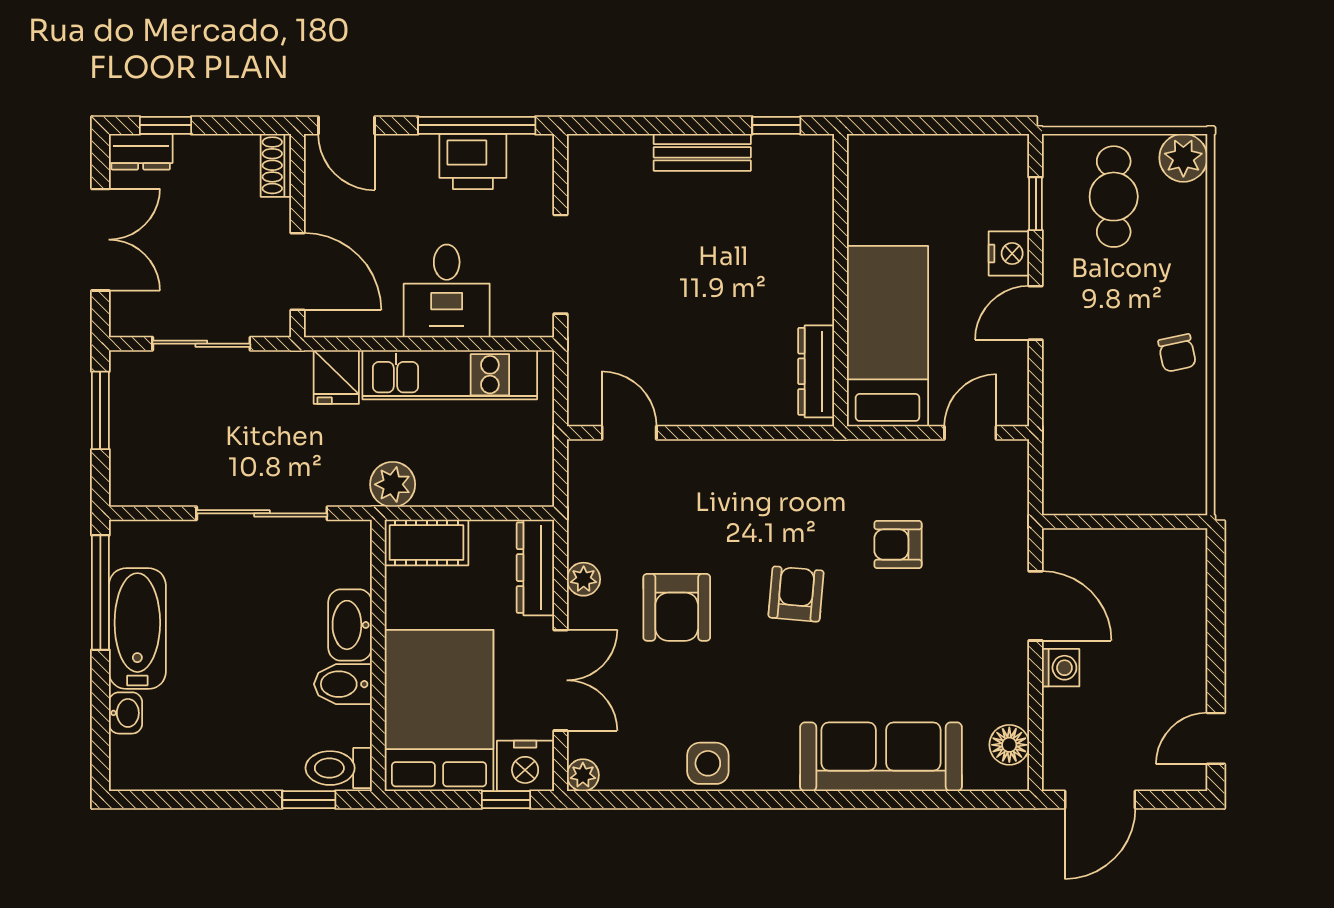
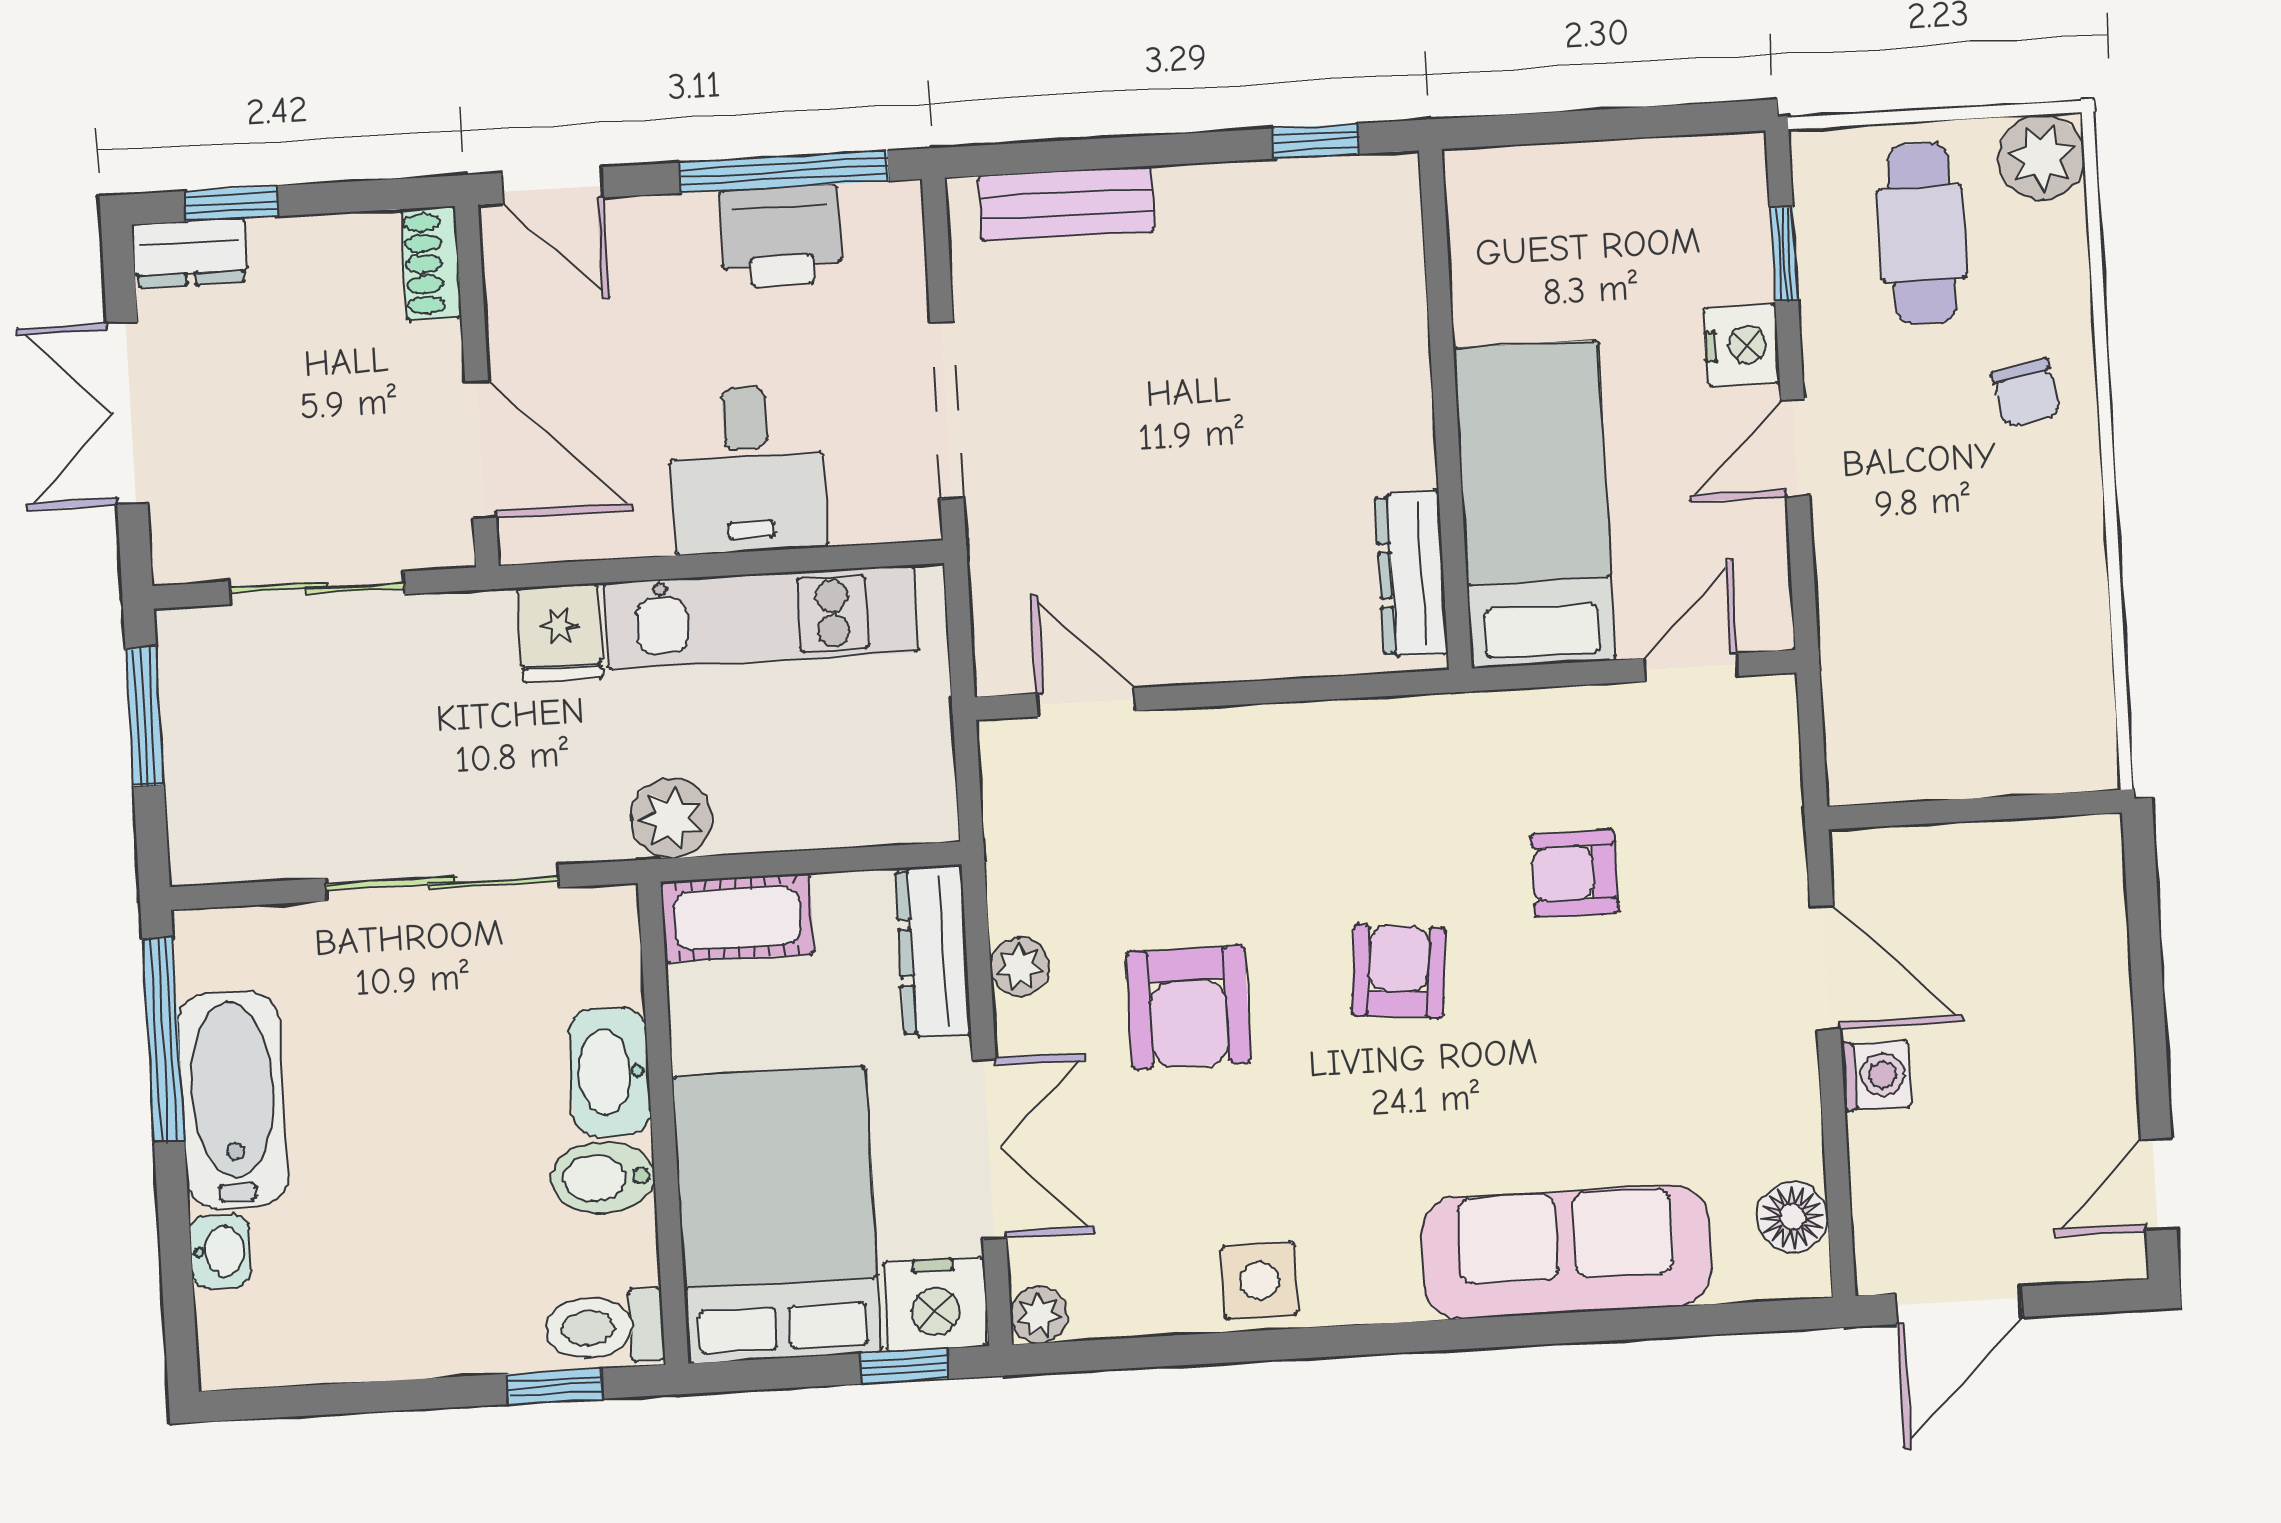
bench: (702, 152) -> (1066, 204), moved
double door: (100, 240) -> (127, 413), swing flipped
chair: (1177, 353) -> (2026, 393), moved

